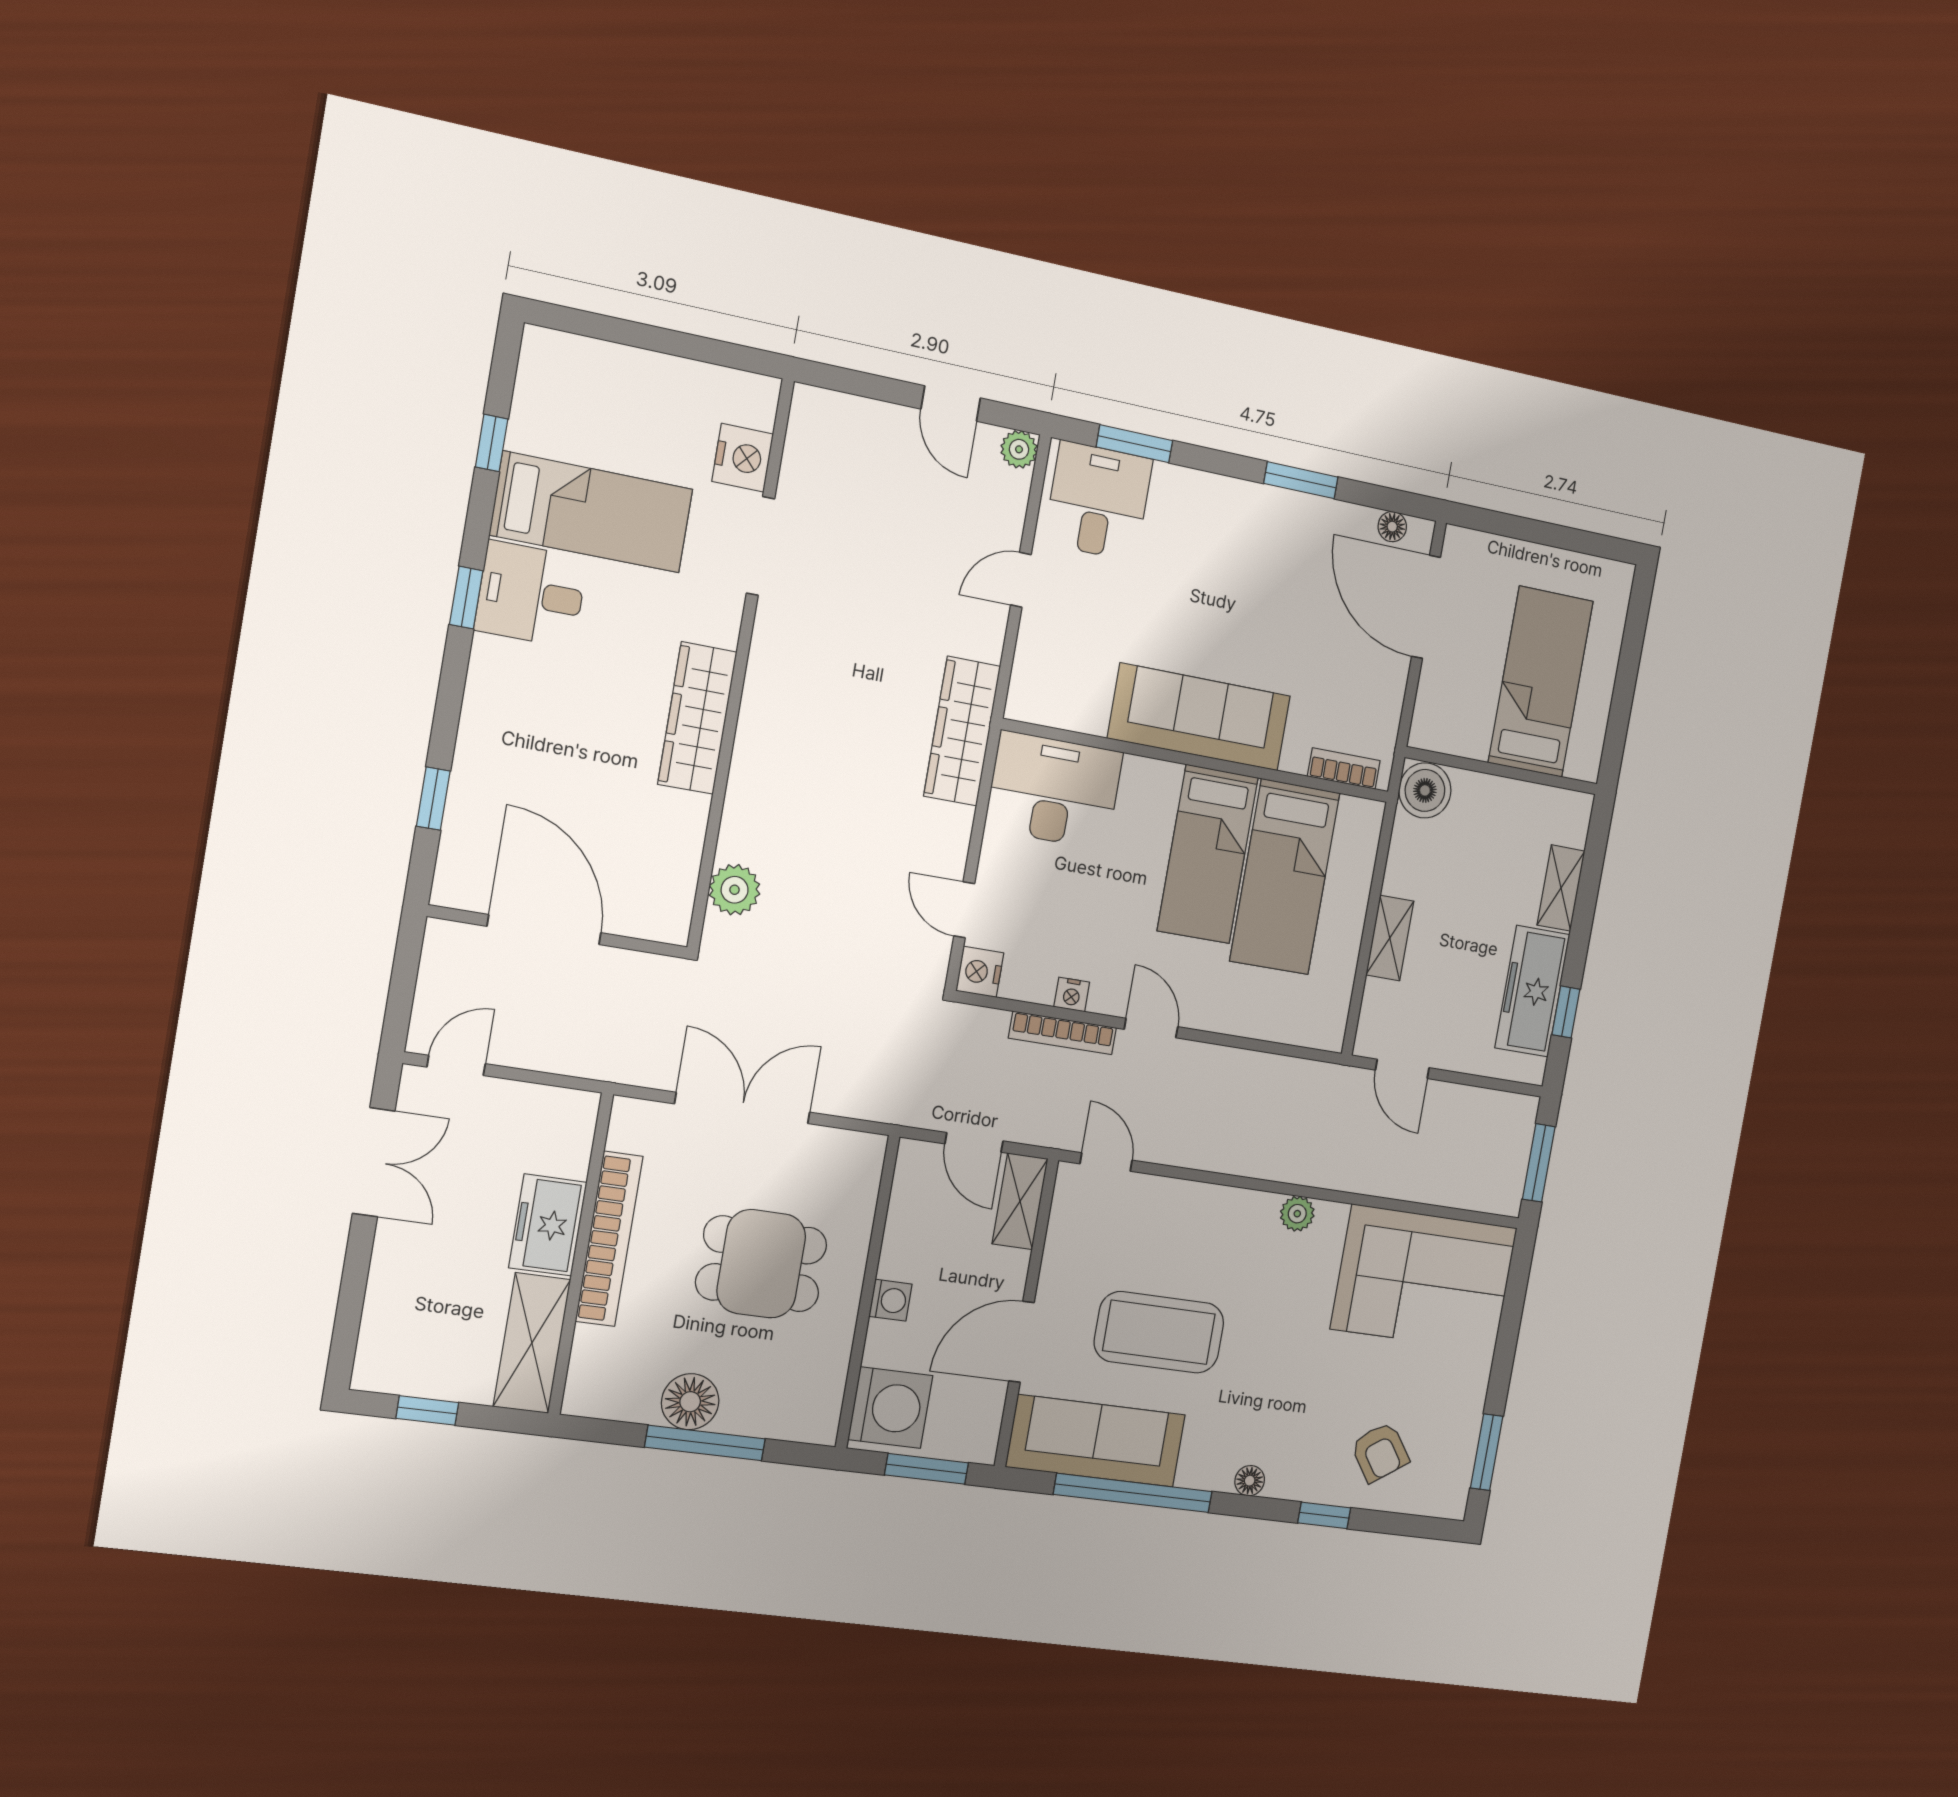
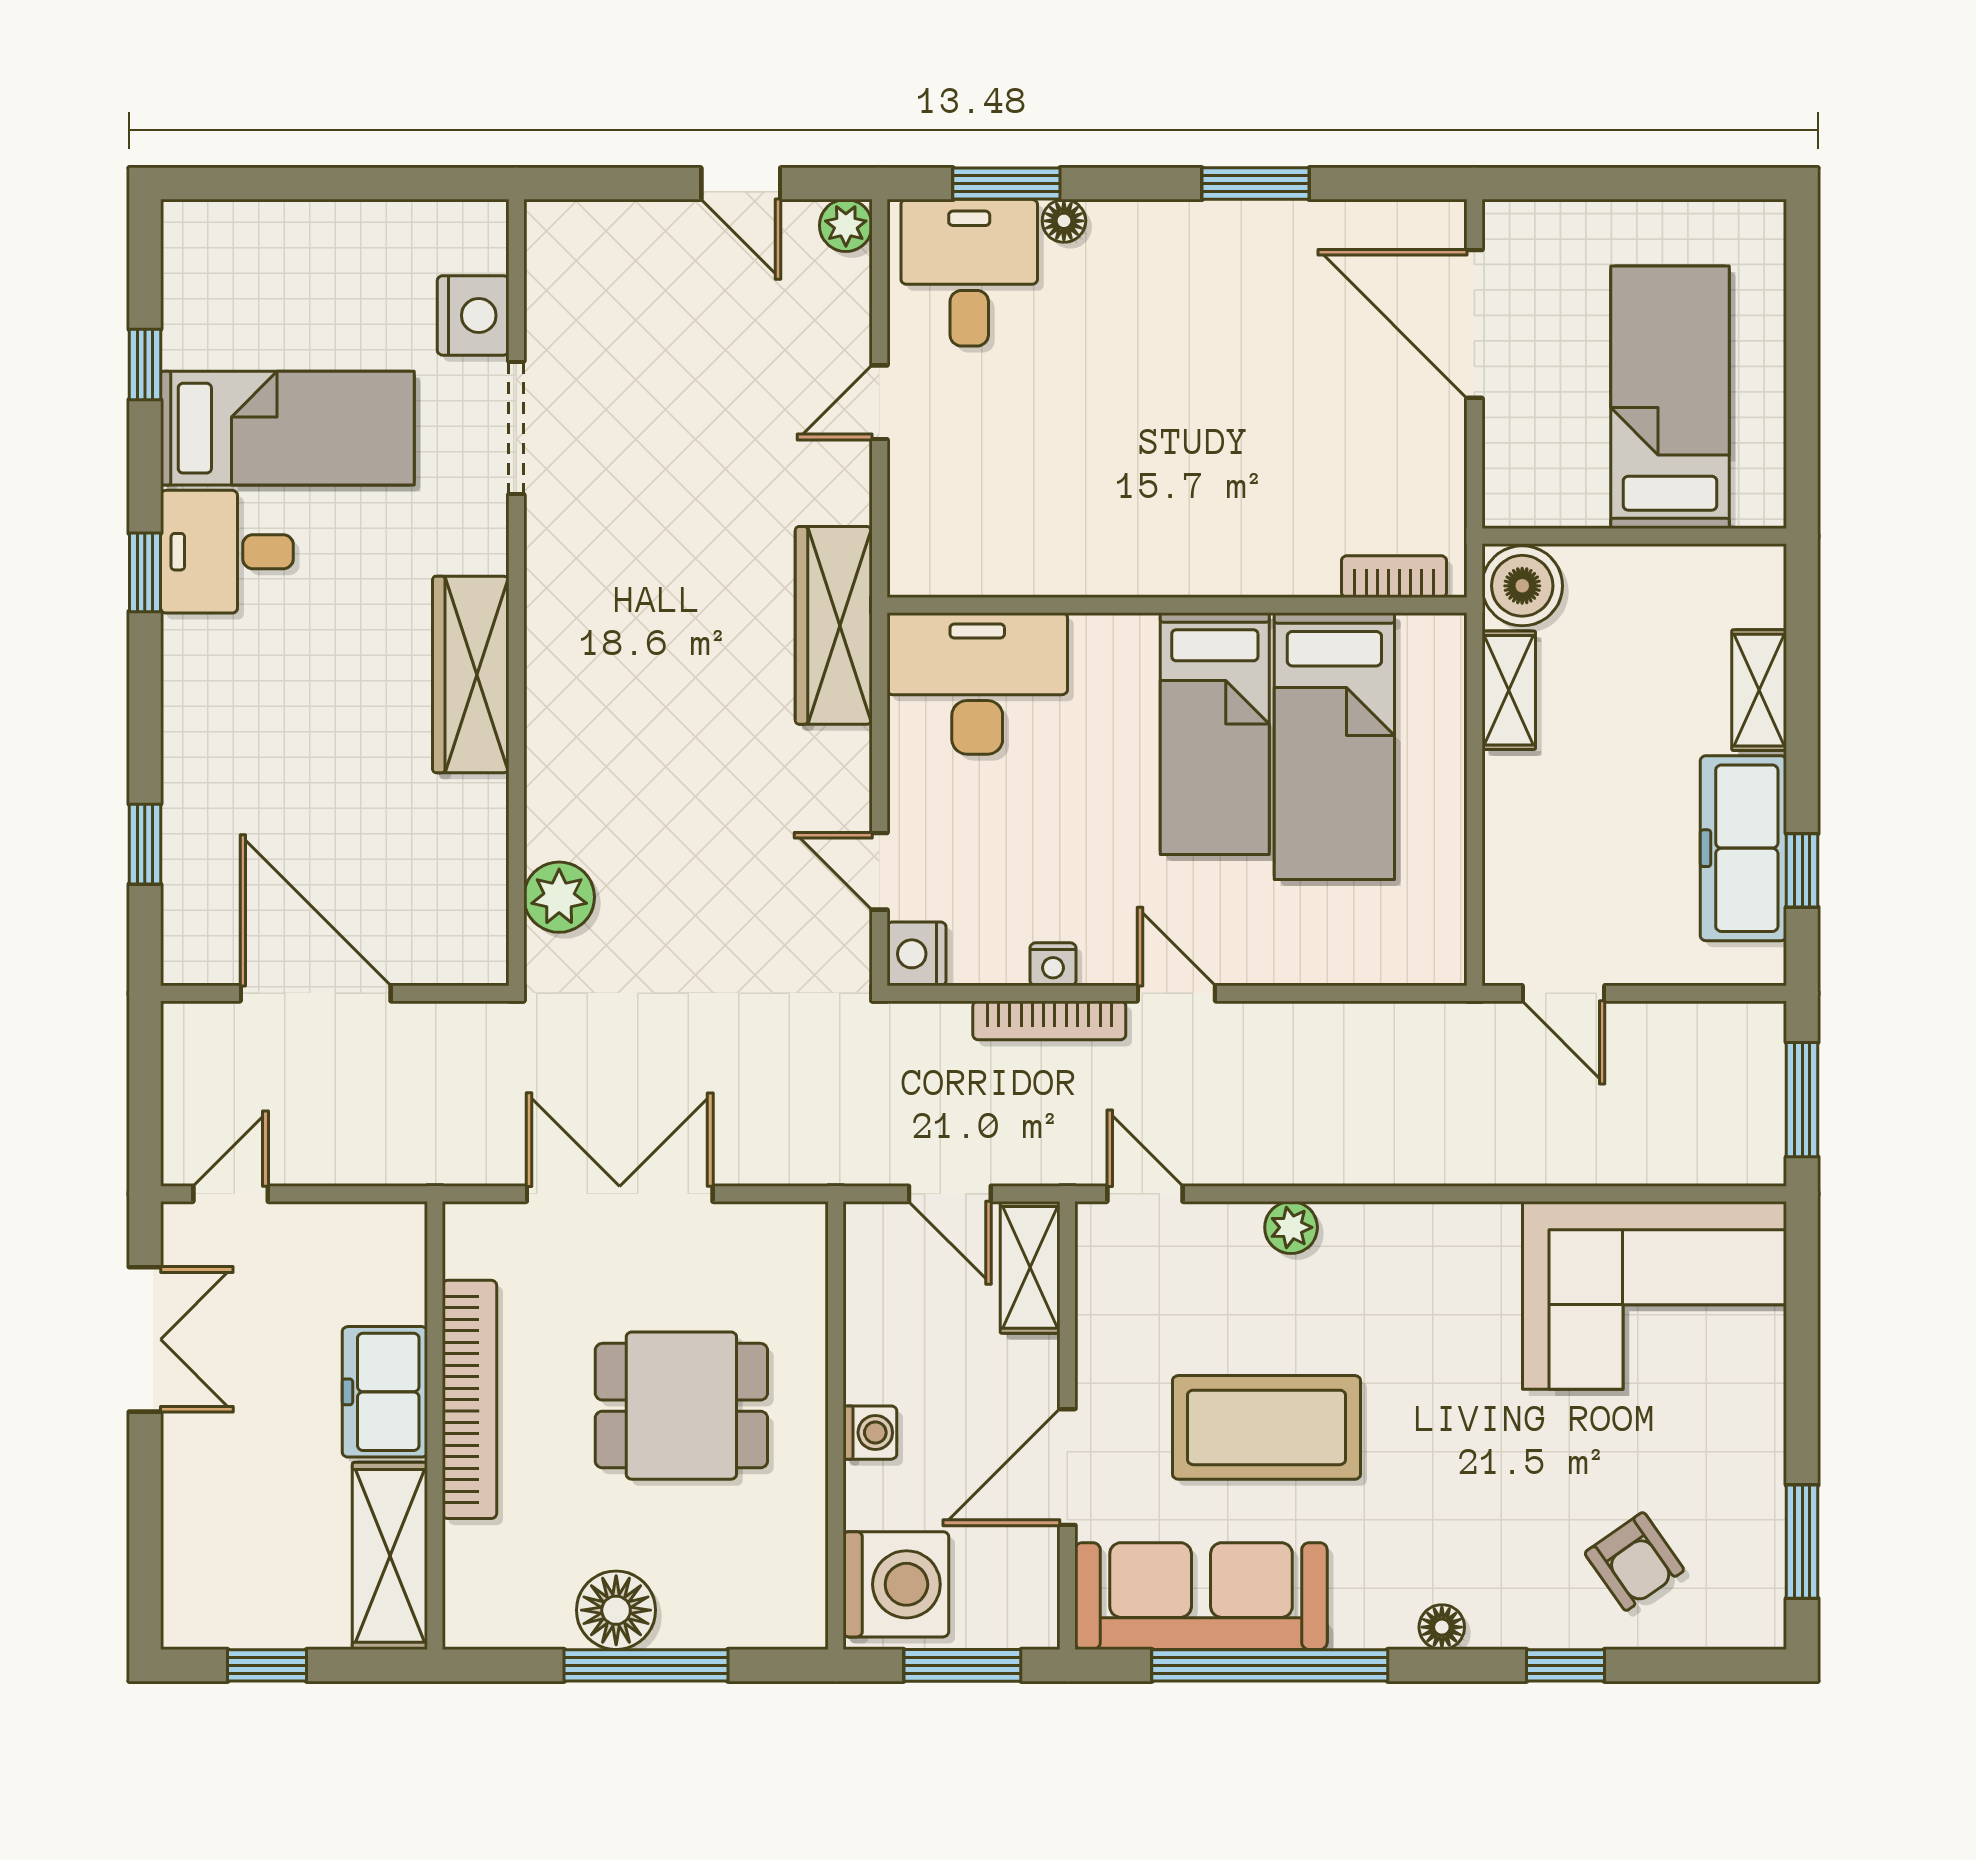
floor lamp: (1392, 527) -> (1064, 221), moved
sofa: (1199, 717) -> (1168, 543), removed
shelving: (1390, 938) -> (1509, 690), moved
plant: (1297, 1214) -> (1291, 1227), moved

